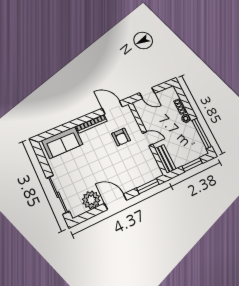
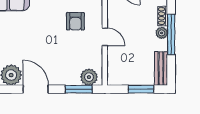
window: (202, 133) -> (171, 34), moved
bench: (165, 159) -> (161, 69), moved
plant: (151, 173) -> (89, 77), added

